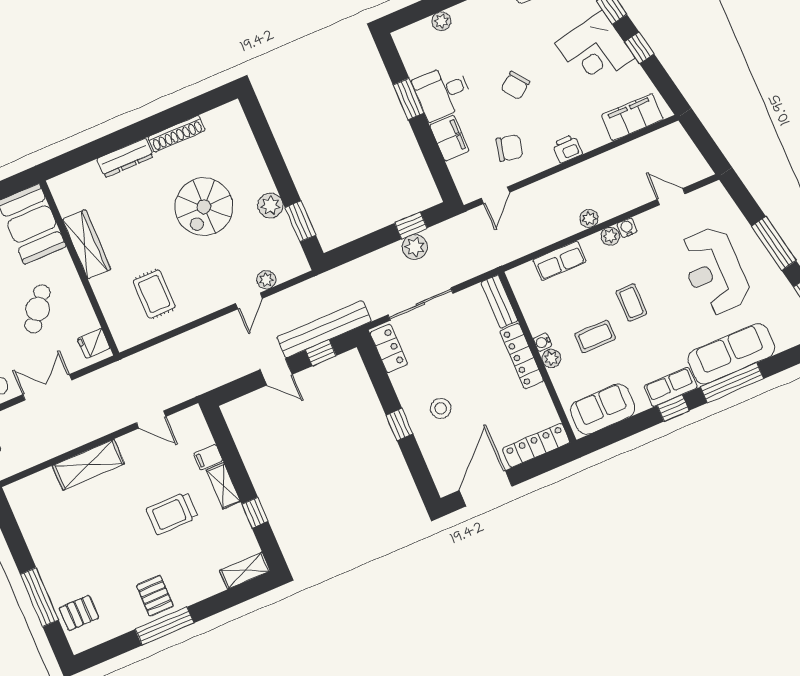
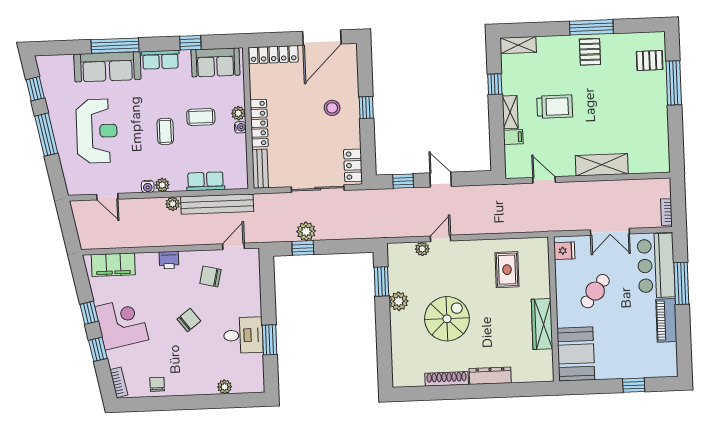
filing cabinet: (449, 138) -> (251, 300), removed
bench: (324, 329) -> (217, 204), moved
window: (673, 408) -> (190, 43), moved

